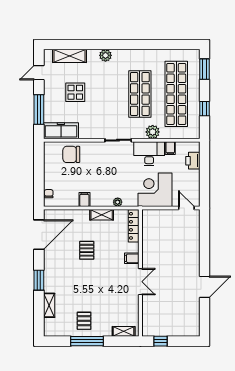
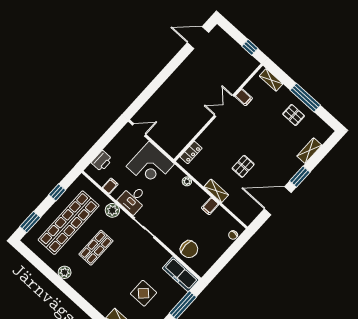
plant: (105, 55) -> (65, 272), moved
shop shelf: (140, 94) -> (96, 248), width x0.70, depth x0.74
desk: (149, 154) -> (133, 199), width x0.73
door: (186, 208) -> (139, 130), swing flipped
shelving: (102, 215) -> (216, 191), moved
locker: (134, 226) -> (191, 153), width x0.66
door: (39, 235) -> (278, 201), moved
filing cabinet: (132, 258) -> (244, 97), moved
door: (205, 287) -> (198, 38), moved
pallet: (84, 321) -> (294, 115), turned 90

